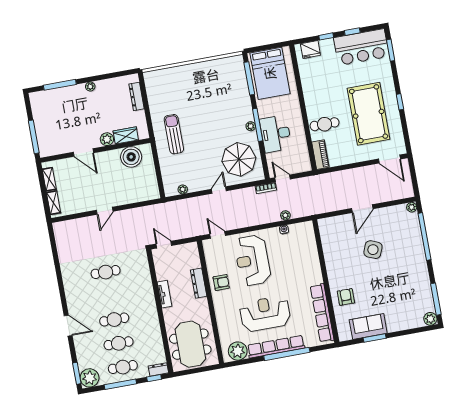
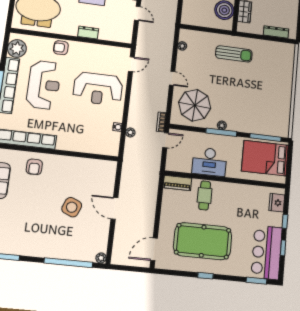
desk: (276, 134) -> (209, 162), moved, turned 180
door: (164, 245) -> (137, 13), hinge flipped
reception desk: (253, 260) -> (98, 89), turned 180
armchair: (221, 282) -> (61, 48), moved, turned 90
dresser: (199, 283) -> (88, 33), width x0.70
armchair: (346, 297) -> (34, 167), turned 90

